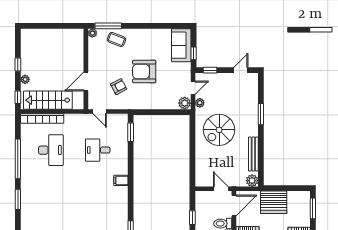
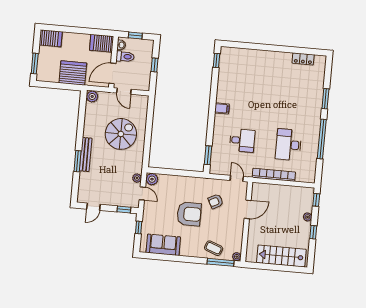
sofa: (181, 45) -> (163, 245), moved, turned -90
door: (193, 88) -> (142, 193), swing flipped
stairs: (48, 100) -> (281, 256), moved, turned 180
bookcase: (42, 119) -> (274, 175), moved
spiral stairs: (219, 130) -> (121, 134), moved
bench: (253, 154) -> (86, 154), moved

